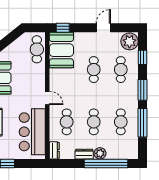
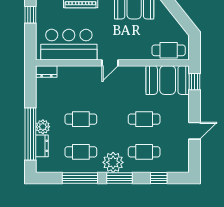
door: (103, 28) -> (195, 131), hinge flipped
plant: (129, 41) -> (113, 162), moved
cafe table: (67, 122) -> (81, 86), removed
dresser: (84, 154) -> (42, 146), moved

